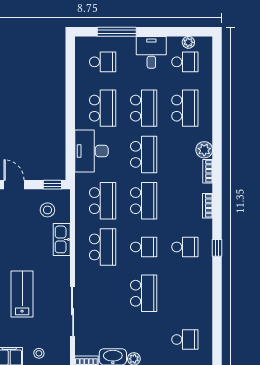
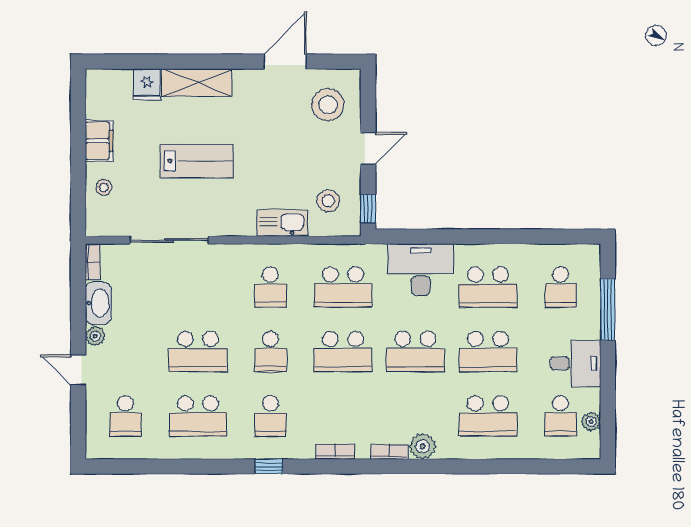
school desk: (103, 247) -> (270, 287), width x0.54
school desk: (185, 293) -> (198, 416), added

